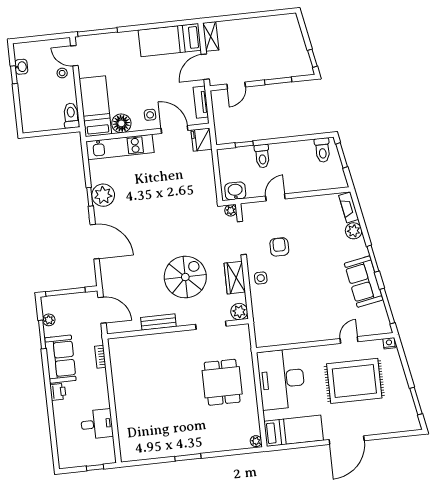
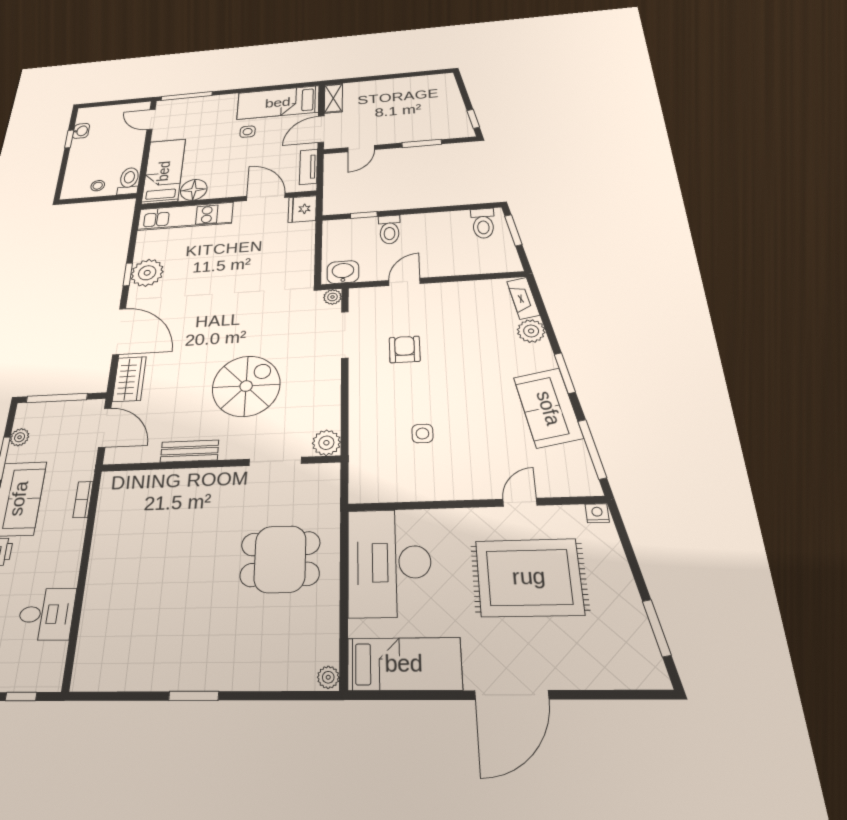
stool: (62, 73) -> (98, 186), moved
side table: (150, 115) -> (248, 132), moved
wardrobe: (235, 278) -> (129, 379), moved, turned 180
side table: (261, 278) -> (422, 433), moved
dining table: (222, 382) -> (280, 559), turned 90

